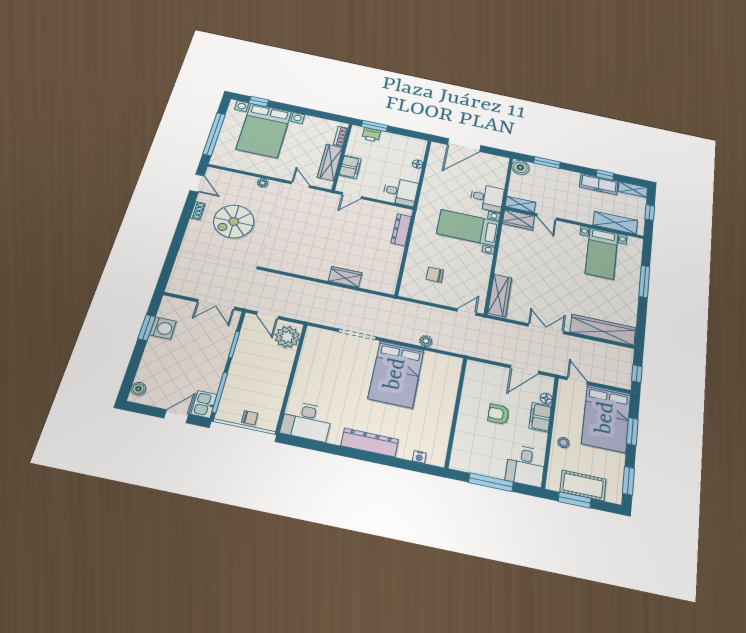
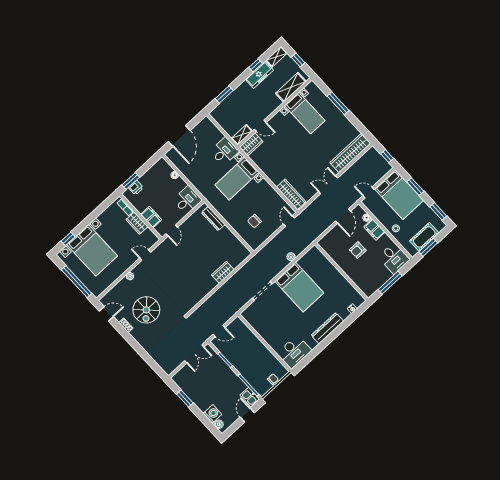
wardrobe: (330, 162) -> (137, 223), width x0.67
boiler: (520, 167) -> (217, 114), removed
washing machine: (163, 328) -> (212, 414), moved
plant: (287, 337) -> (239, 329), removed

